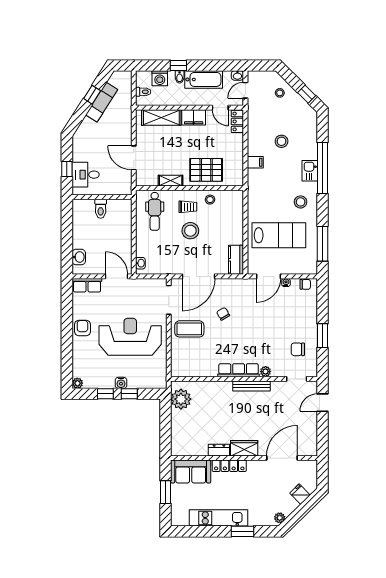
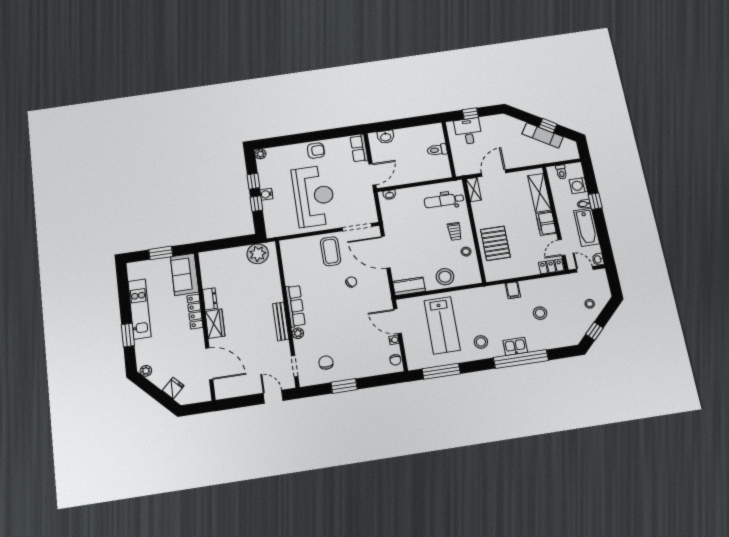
shelving: (171, 181) -> (474, 190), moved
stool: (190, 231) -> (445, 277), moved

